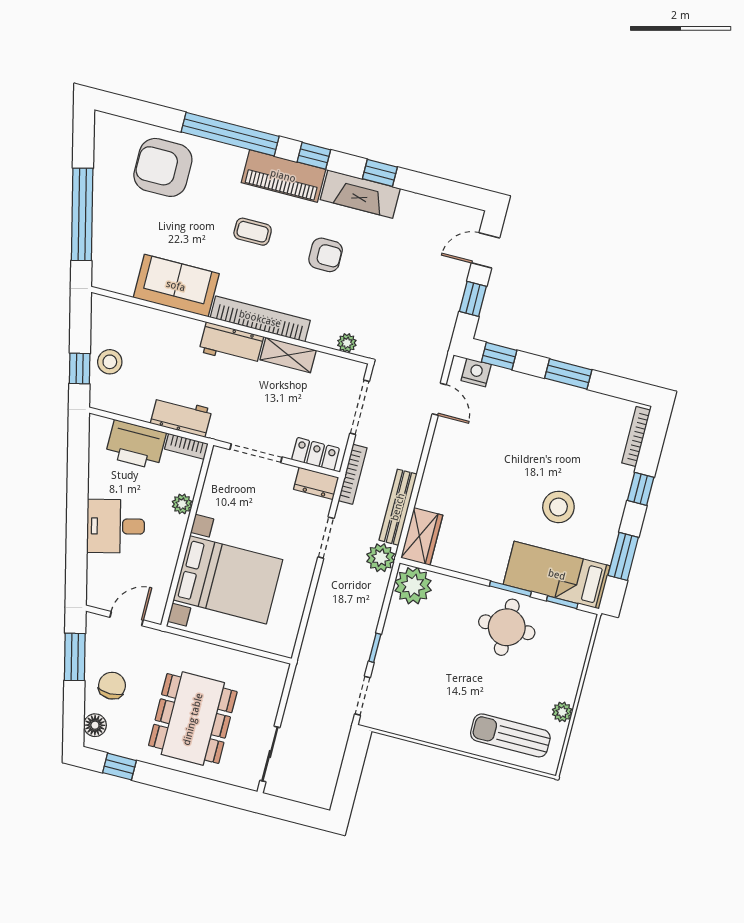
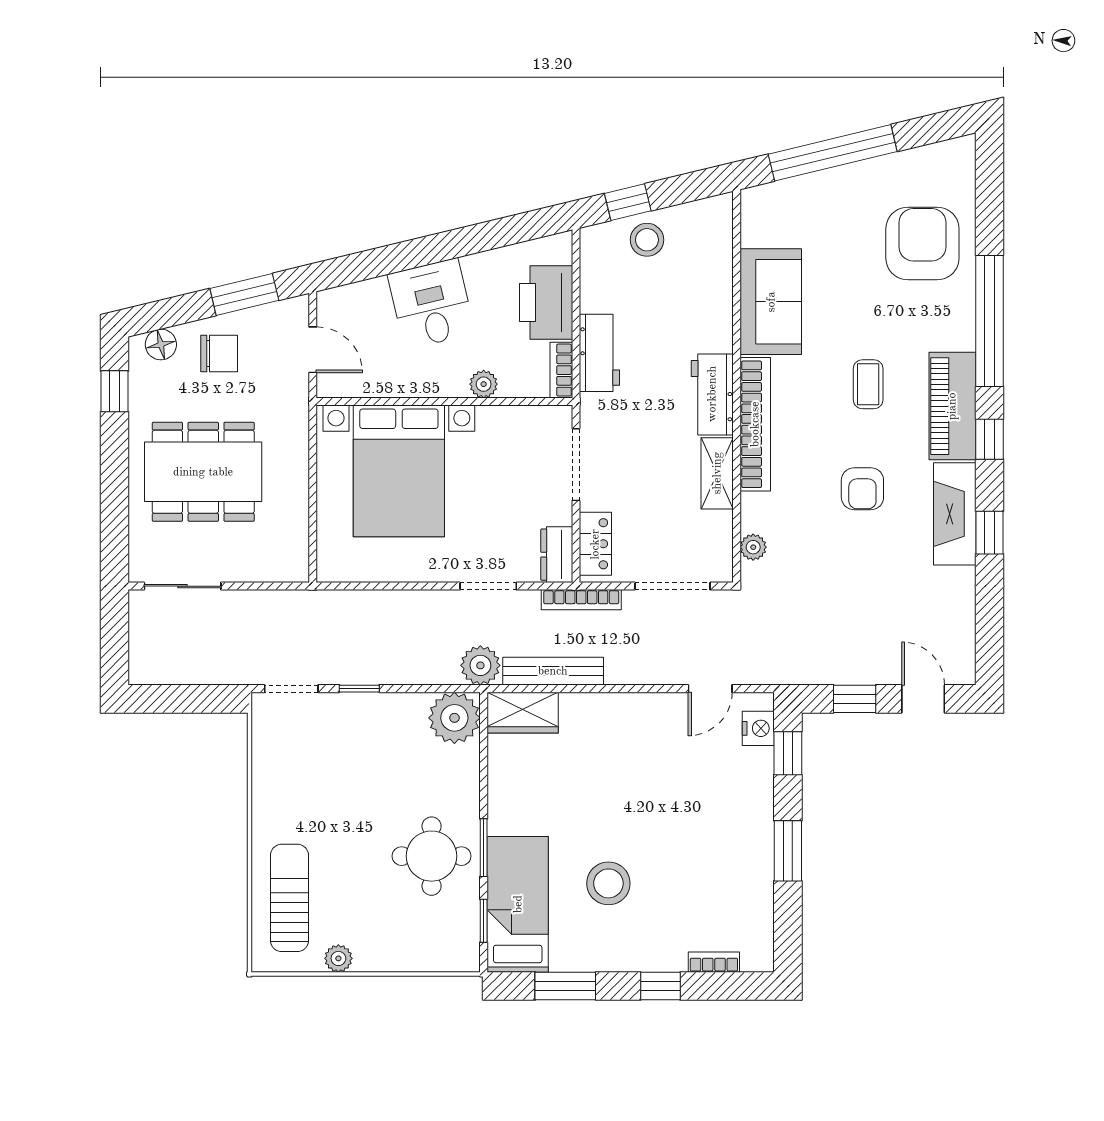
bookcase: (636, 437) -> (714, 962), width x0.64

